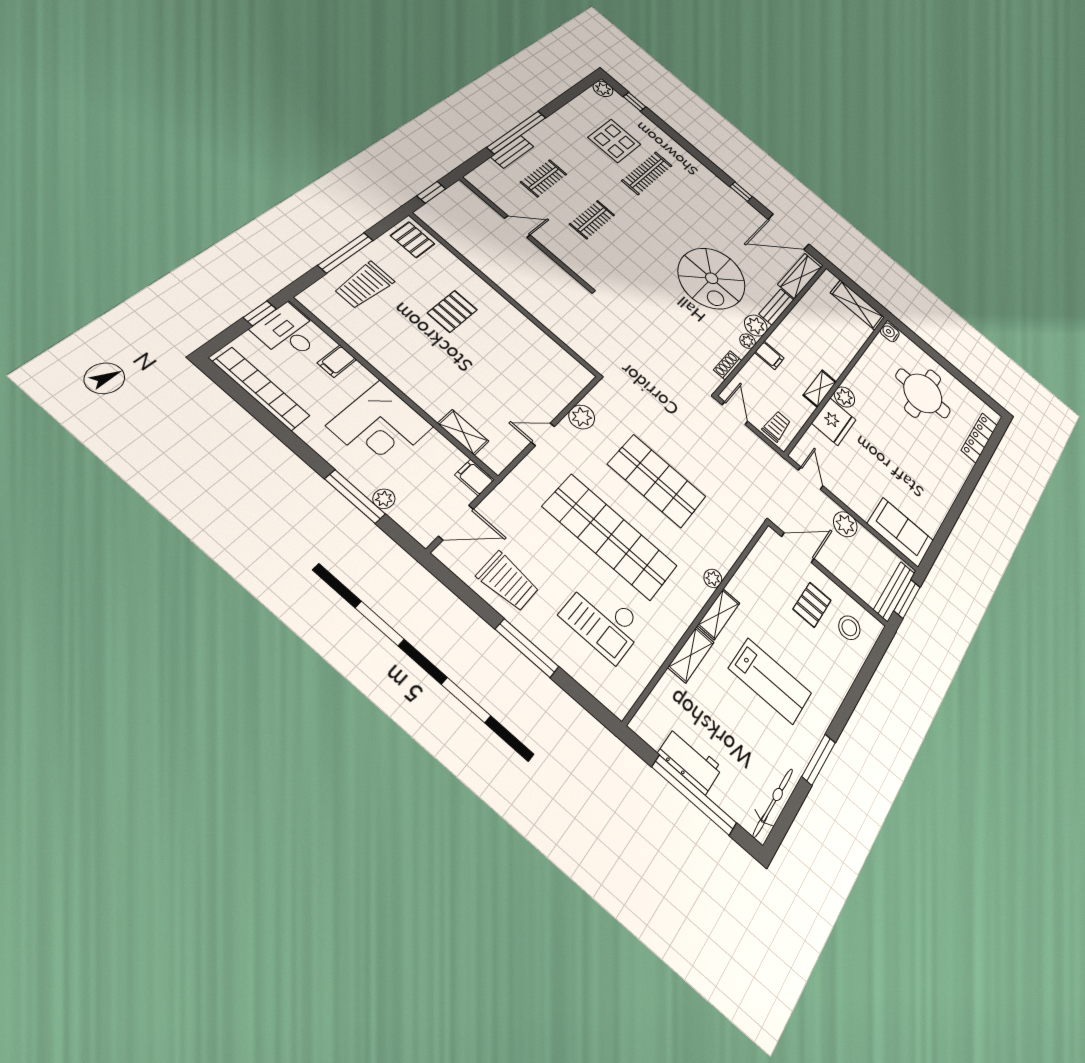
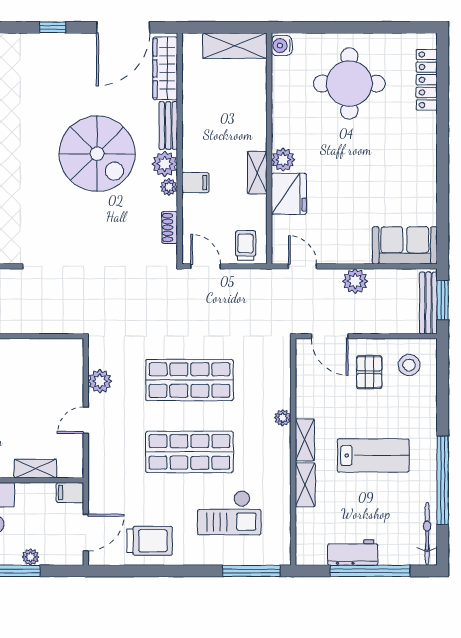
shop shelf: (610, 536) -> (189, 452), width x0.71
door: (798, 548) -> (330, 336), swing flipped
window: (527, 648) -> (251, 571), moved
window: (819, 759) -> (443, 480), width x2.11

